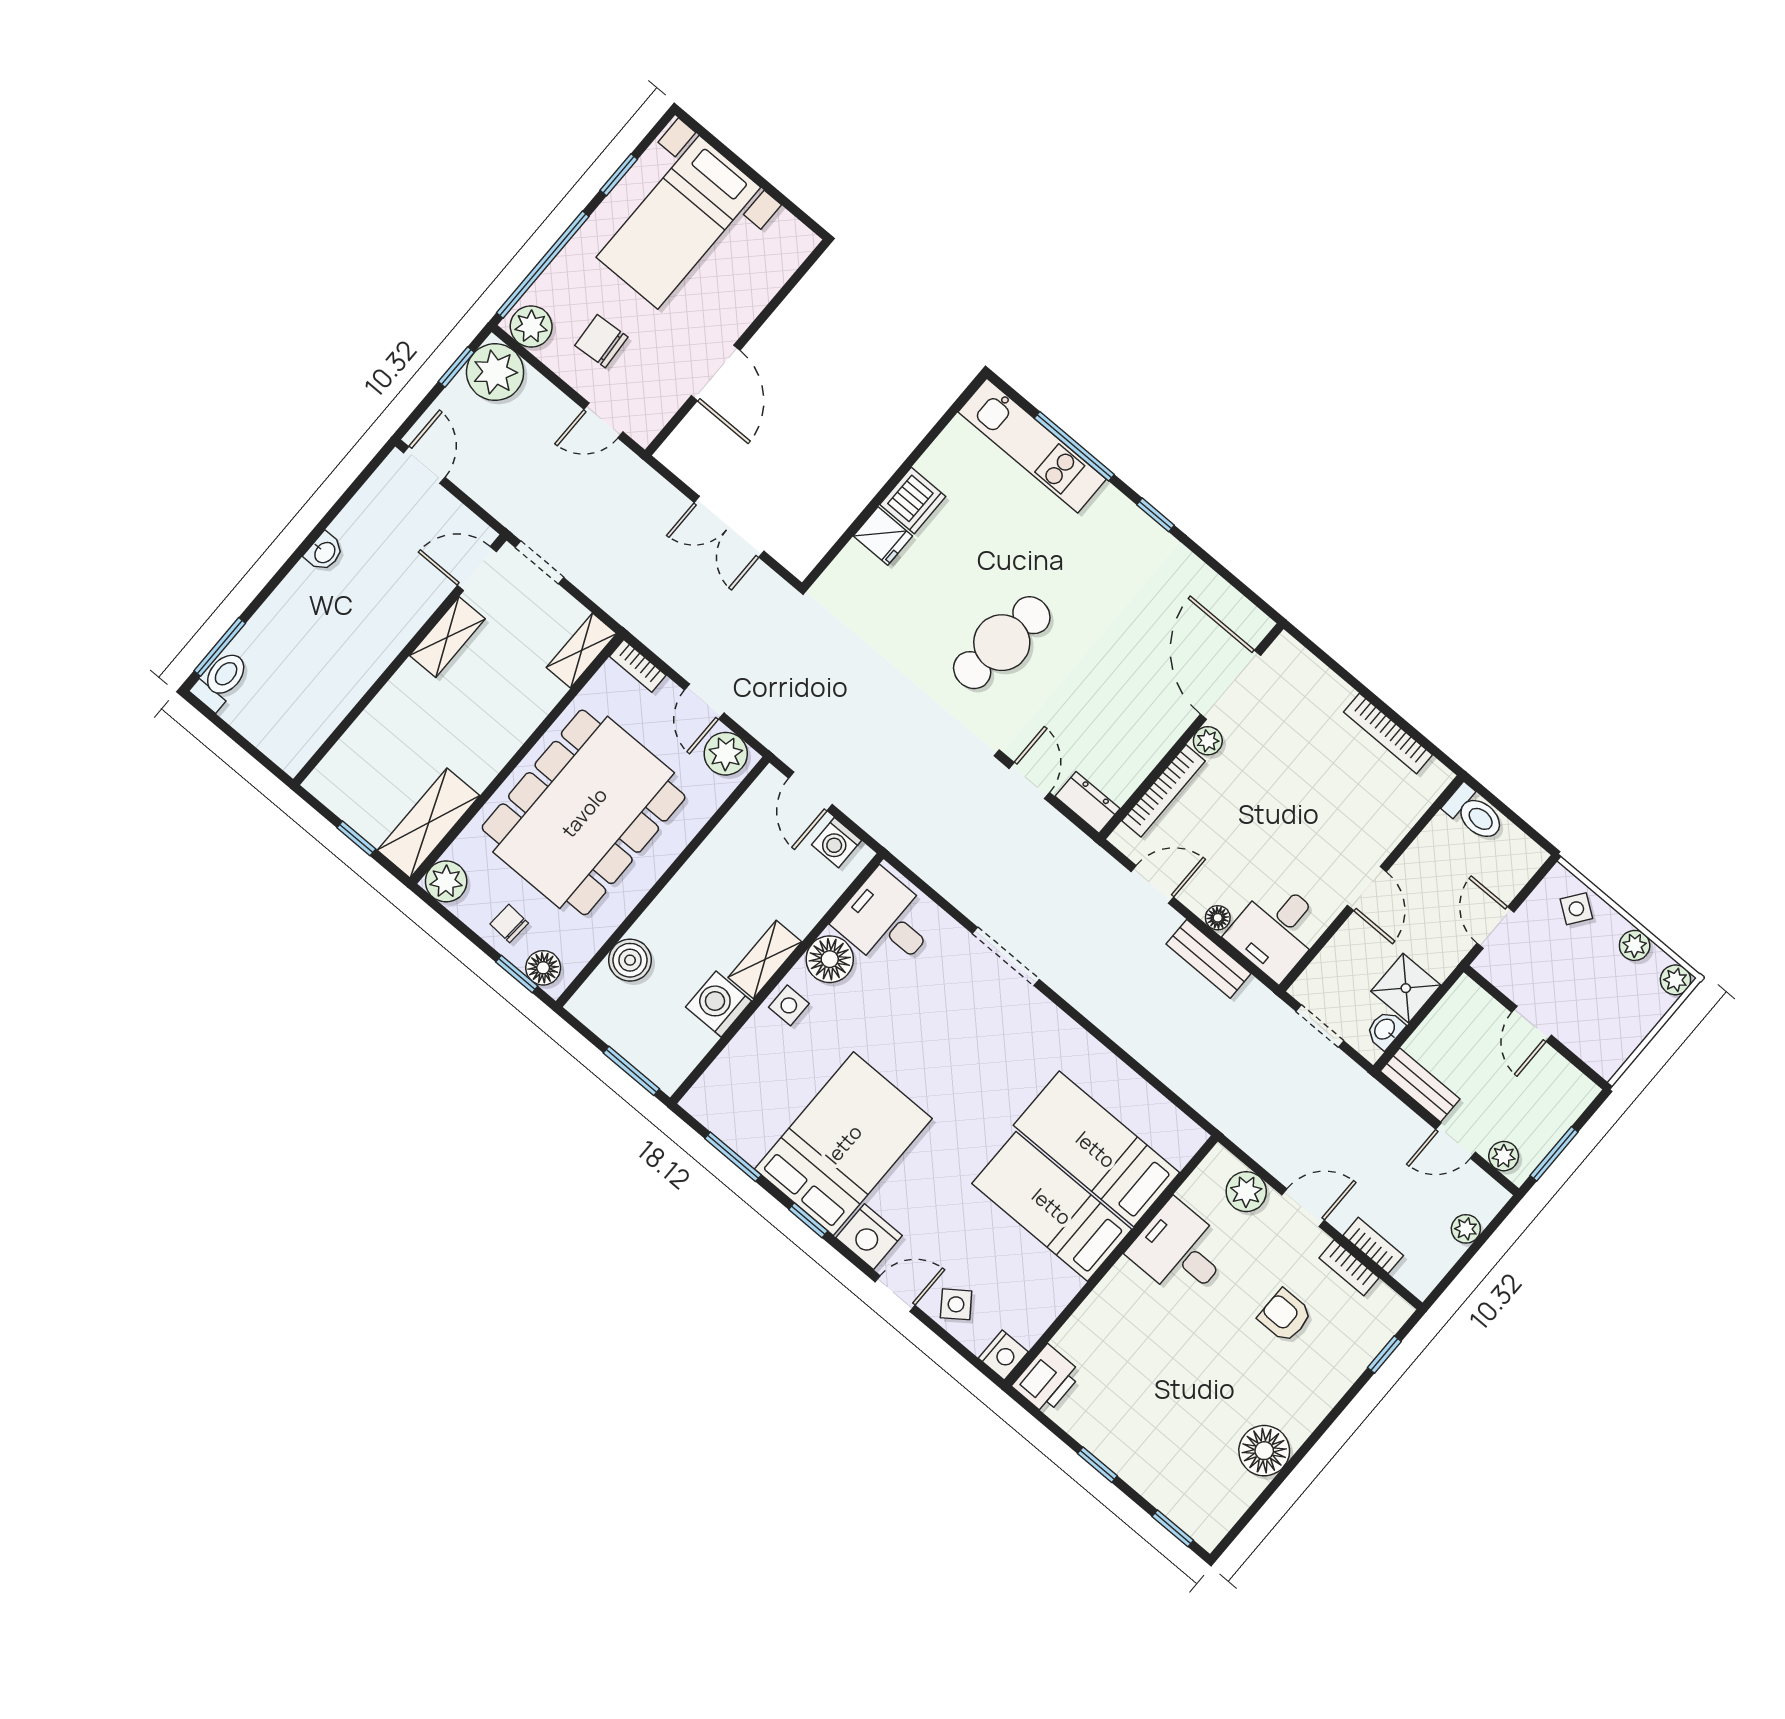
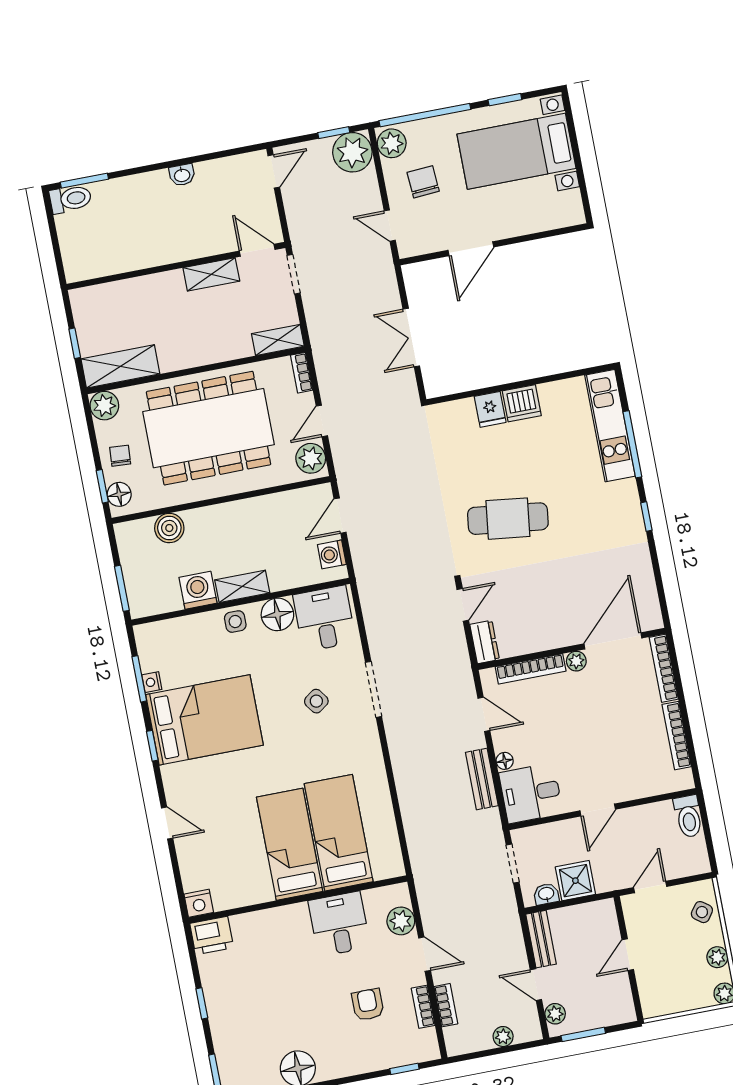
bookcase: (1312, 670) -> (664, 668), added
nightstand: (869, 1237) -> (152, 682), moved, width x0.53, depth x0.56
side table: (956, 1304) -> (316, 701), moved

